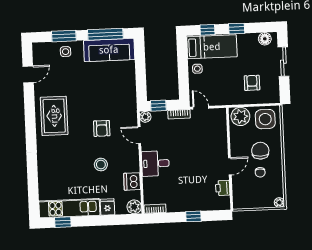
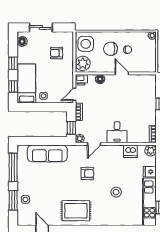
sofa: (109, 50) -> (47, 153), moved, turned 90
floor lamp: (221, 139) -> (100, 79), added
stool: (101, 165) -> (116, 192), moved
printer: (223, 188) -> (81, 80), moved

